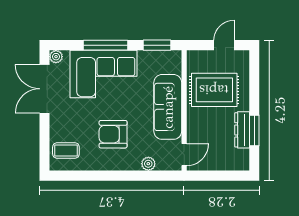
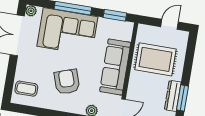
armchair: (113, 134) -> (67, 82), turned 71

